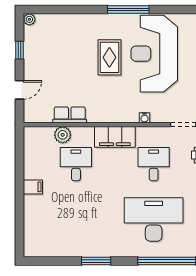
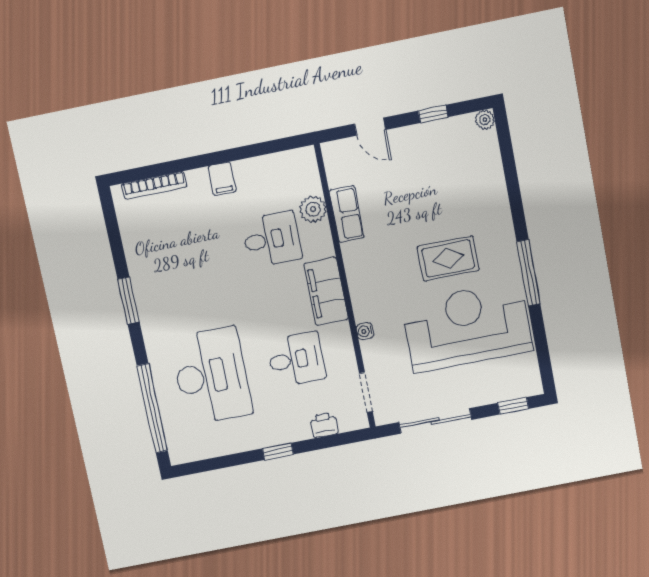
bookcase: (28, 230) -> (154, 185), added

